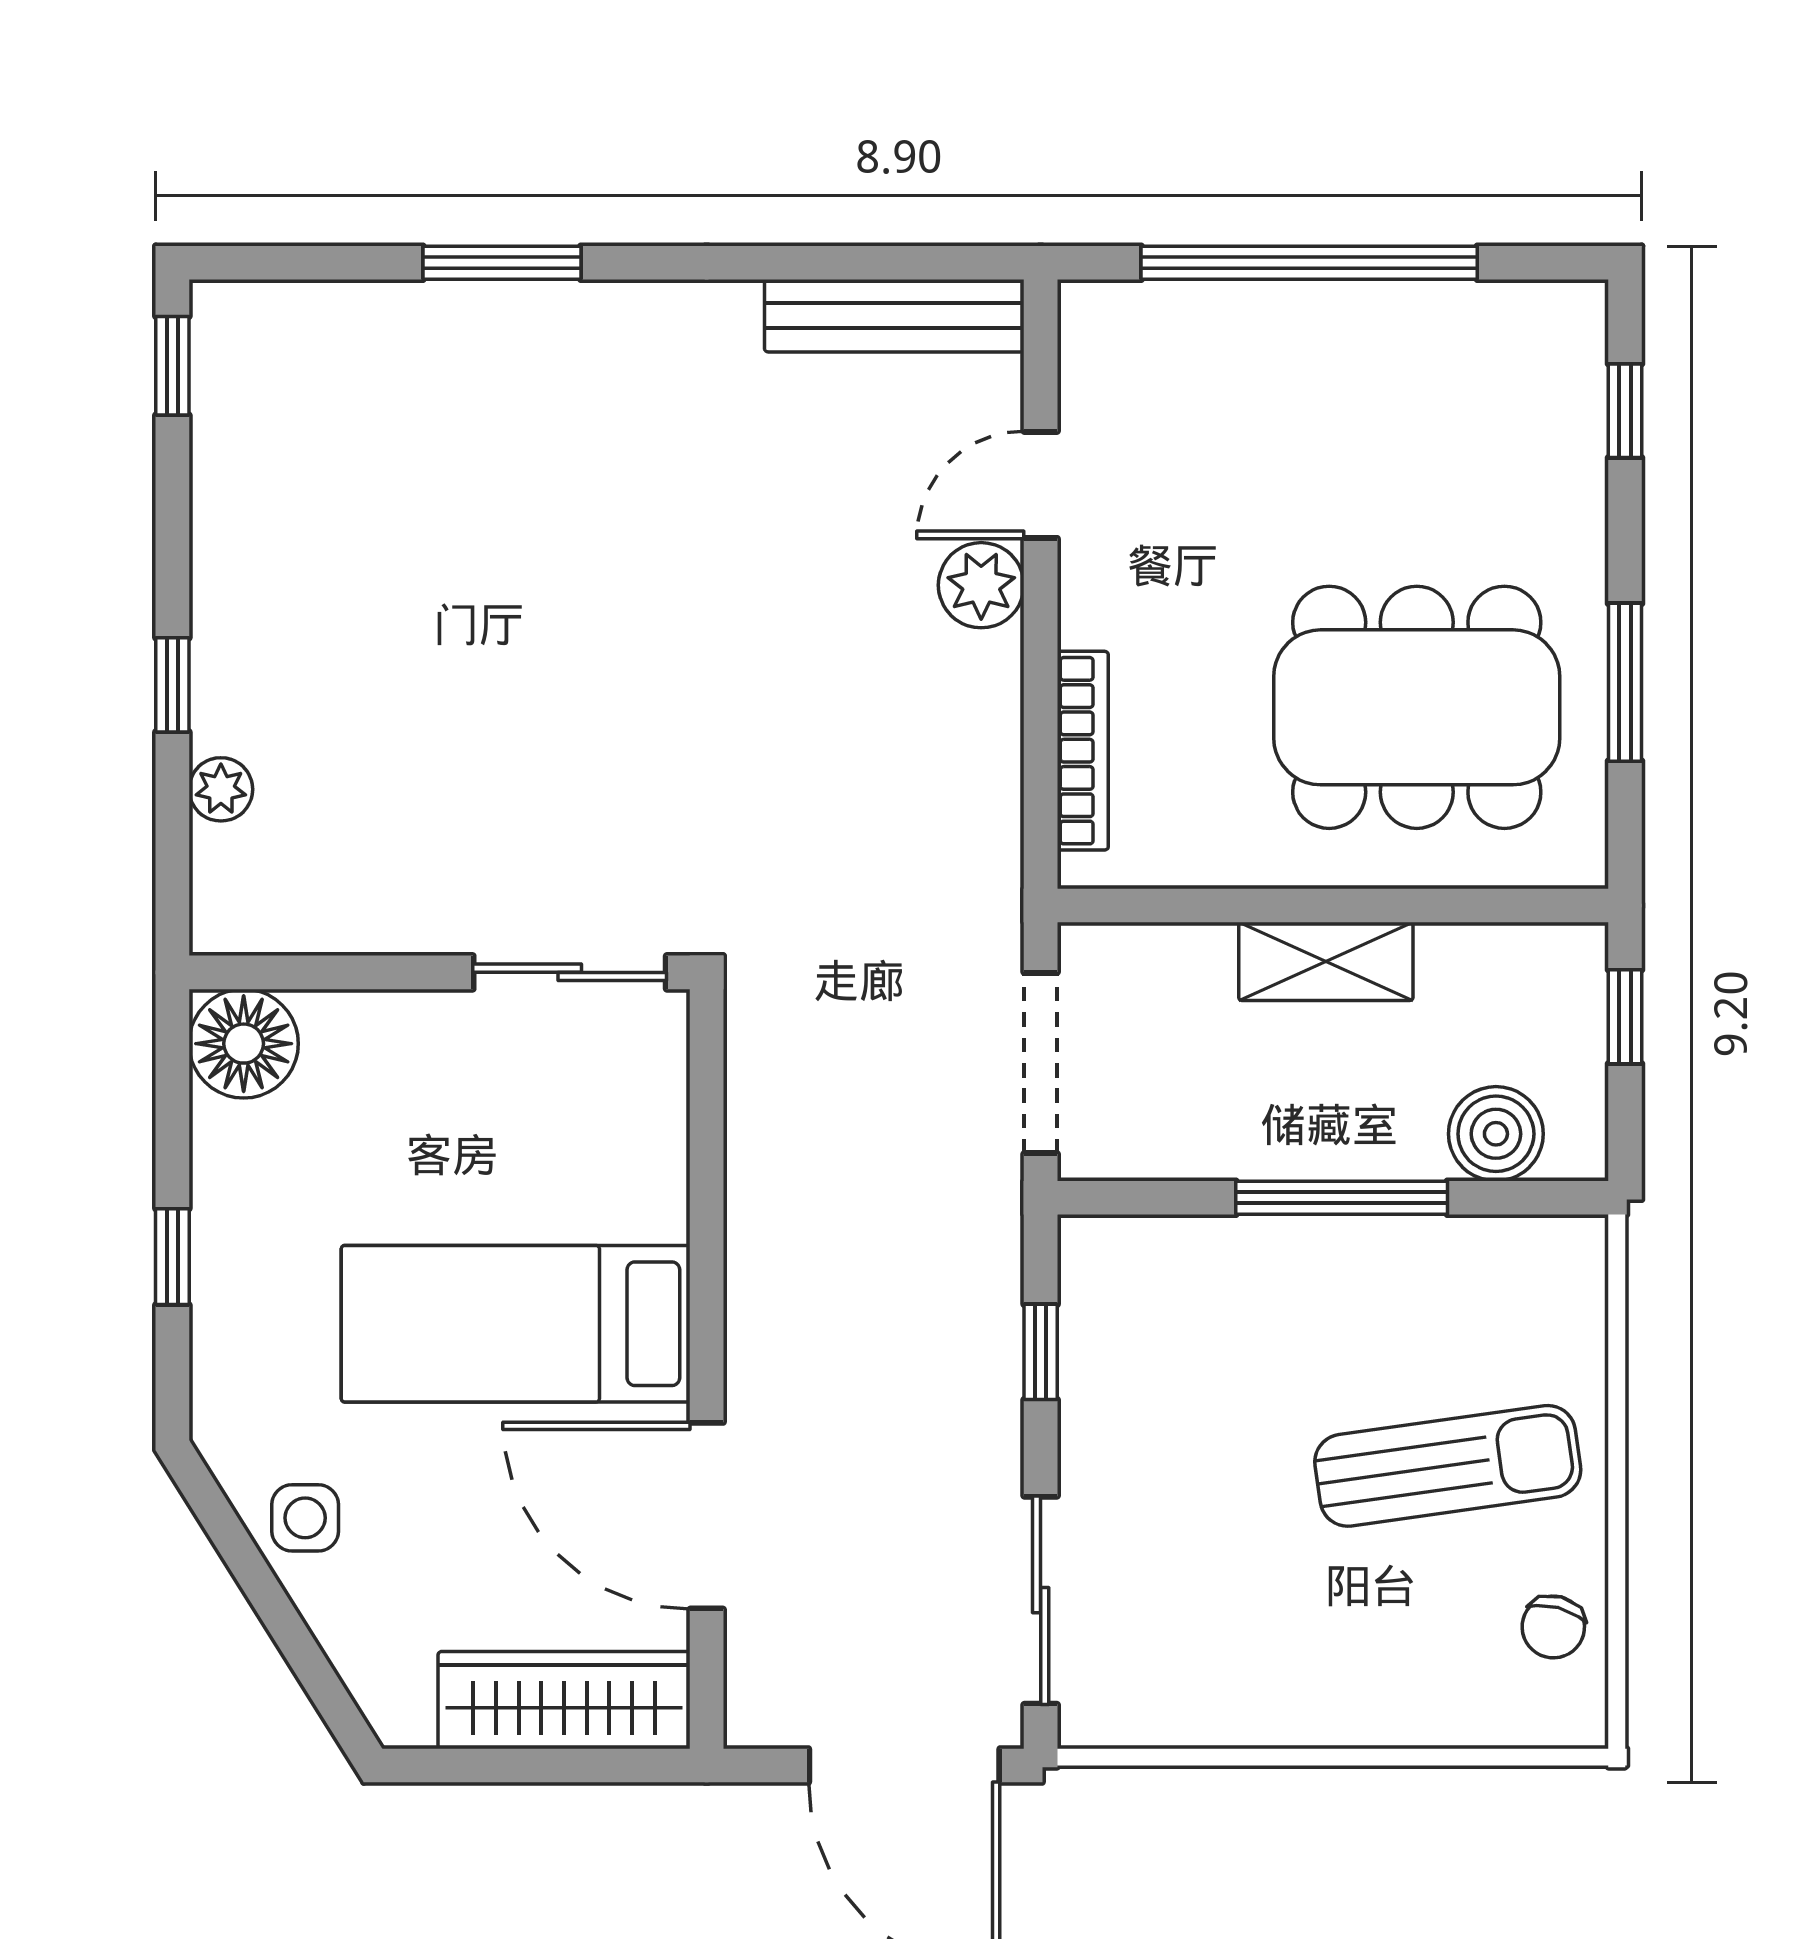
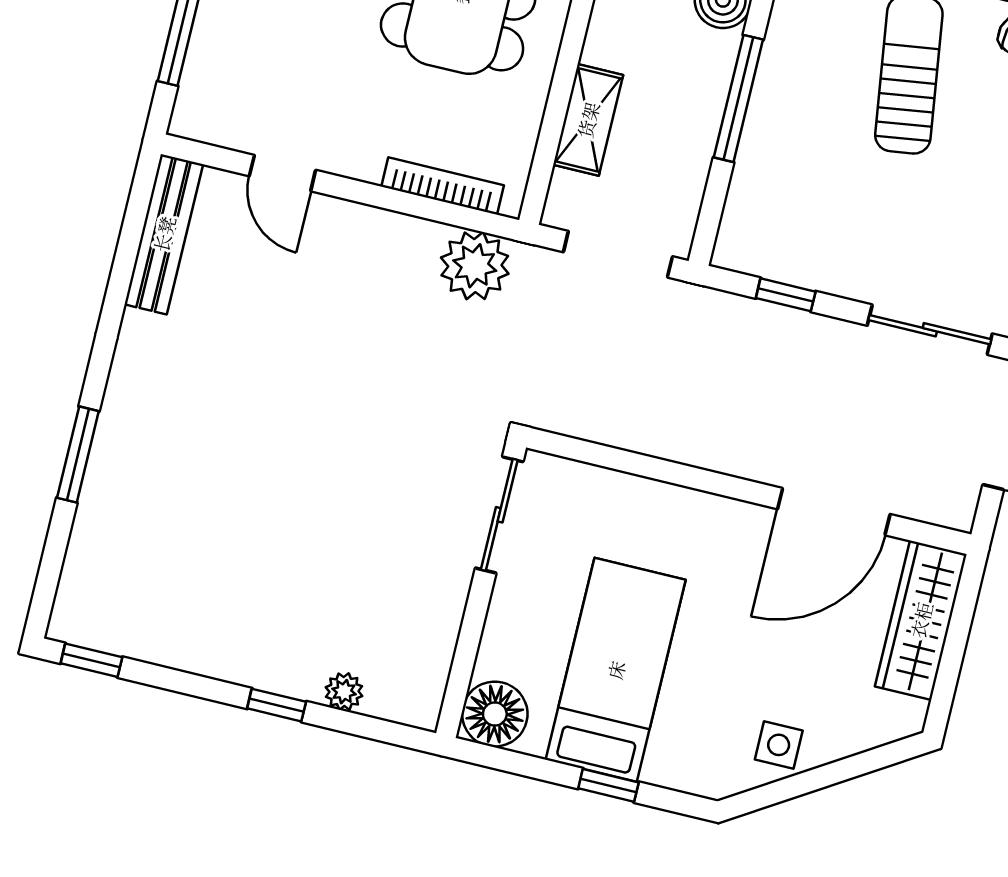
plant: (981, 585) -> (475, 266), moved, width x1.36, depth x1.36
shelving: (1326, 961) -> (588, 120), moved
bed: (516, 1324) -> (616, 670), moved, turned 180

